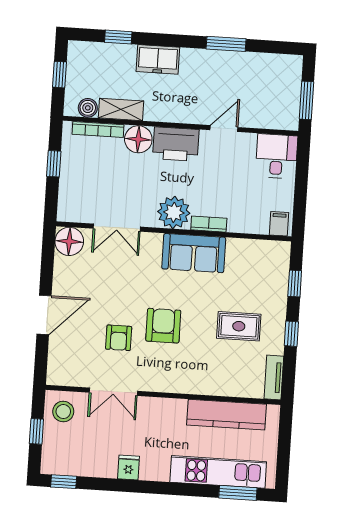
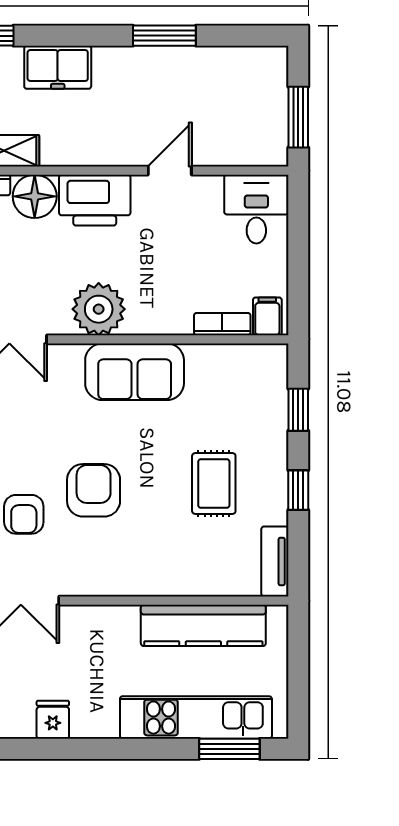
bookcase: (209, 224) -> (222, 324), moved
rug: (239, 326) -> (214, 484), turned 90

